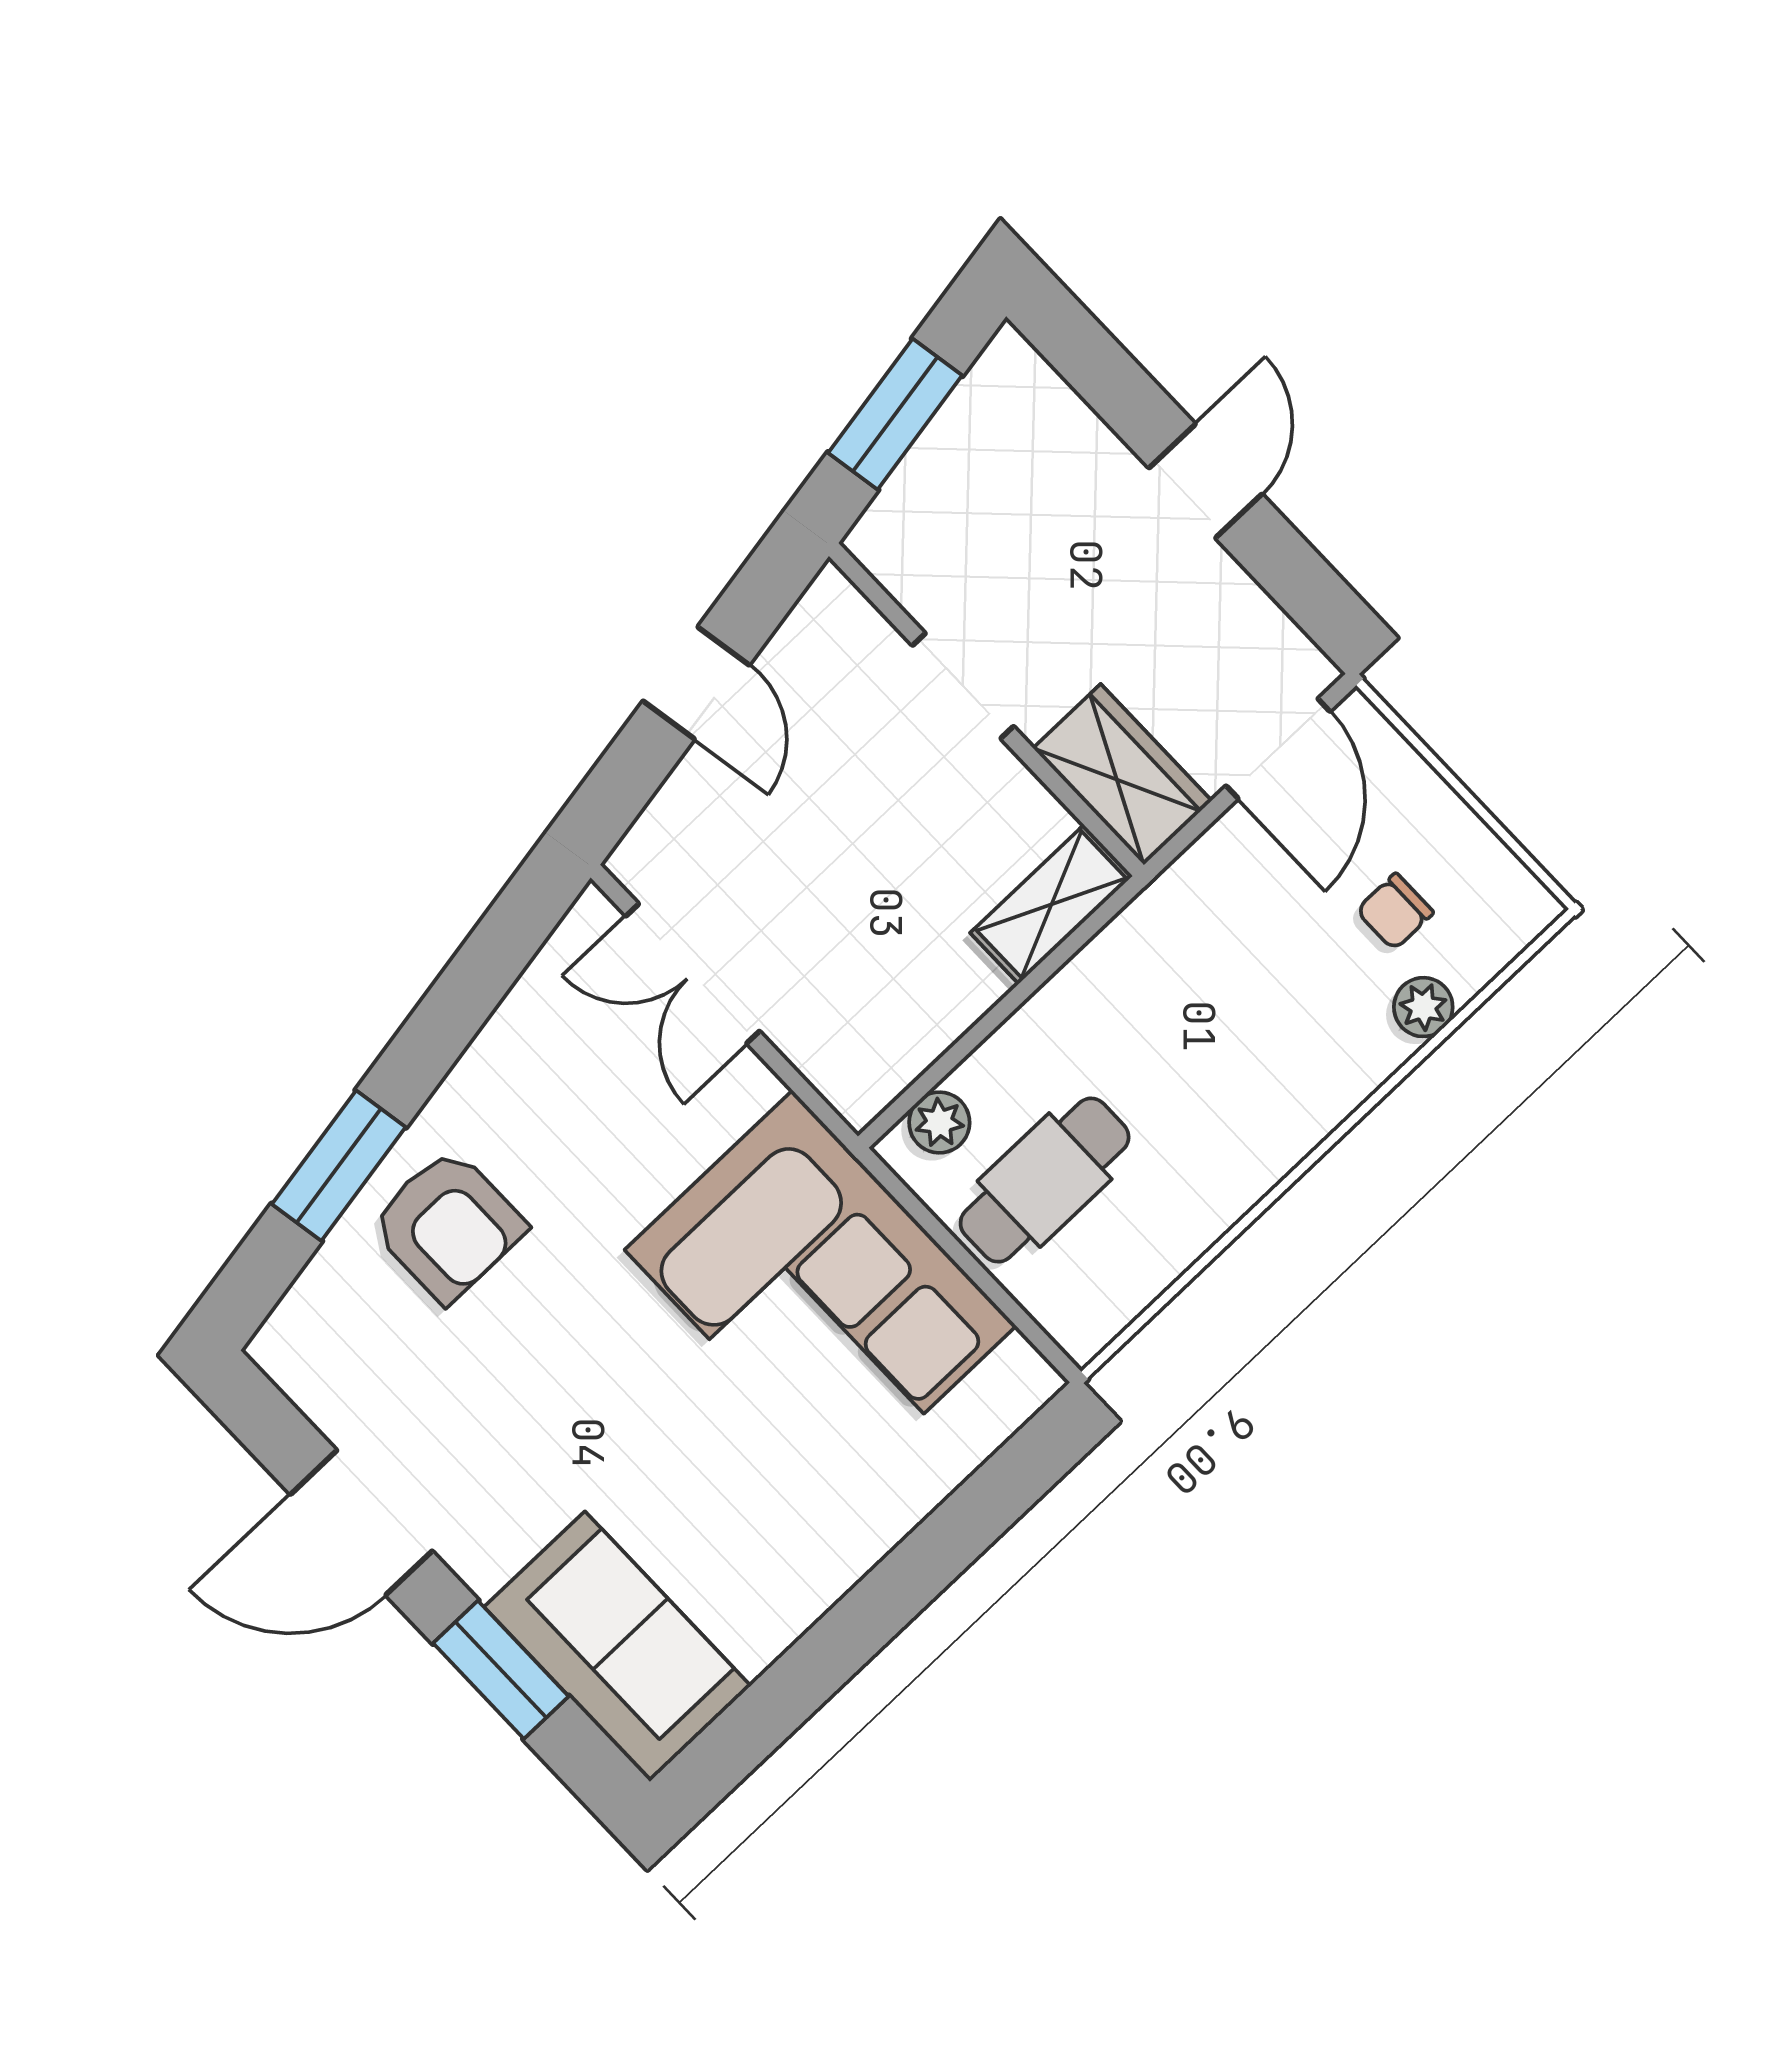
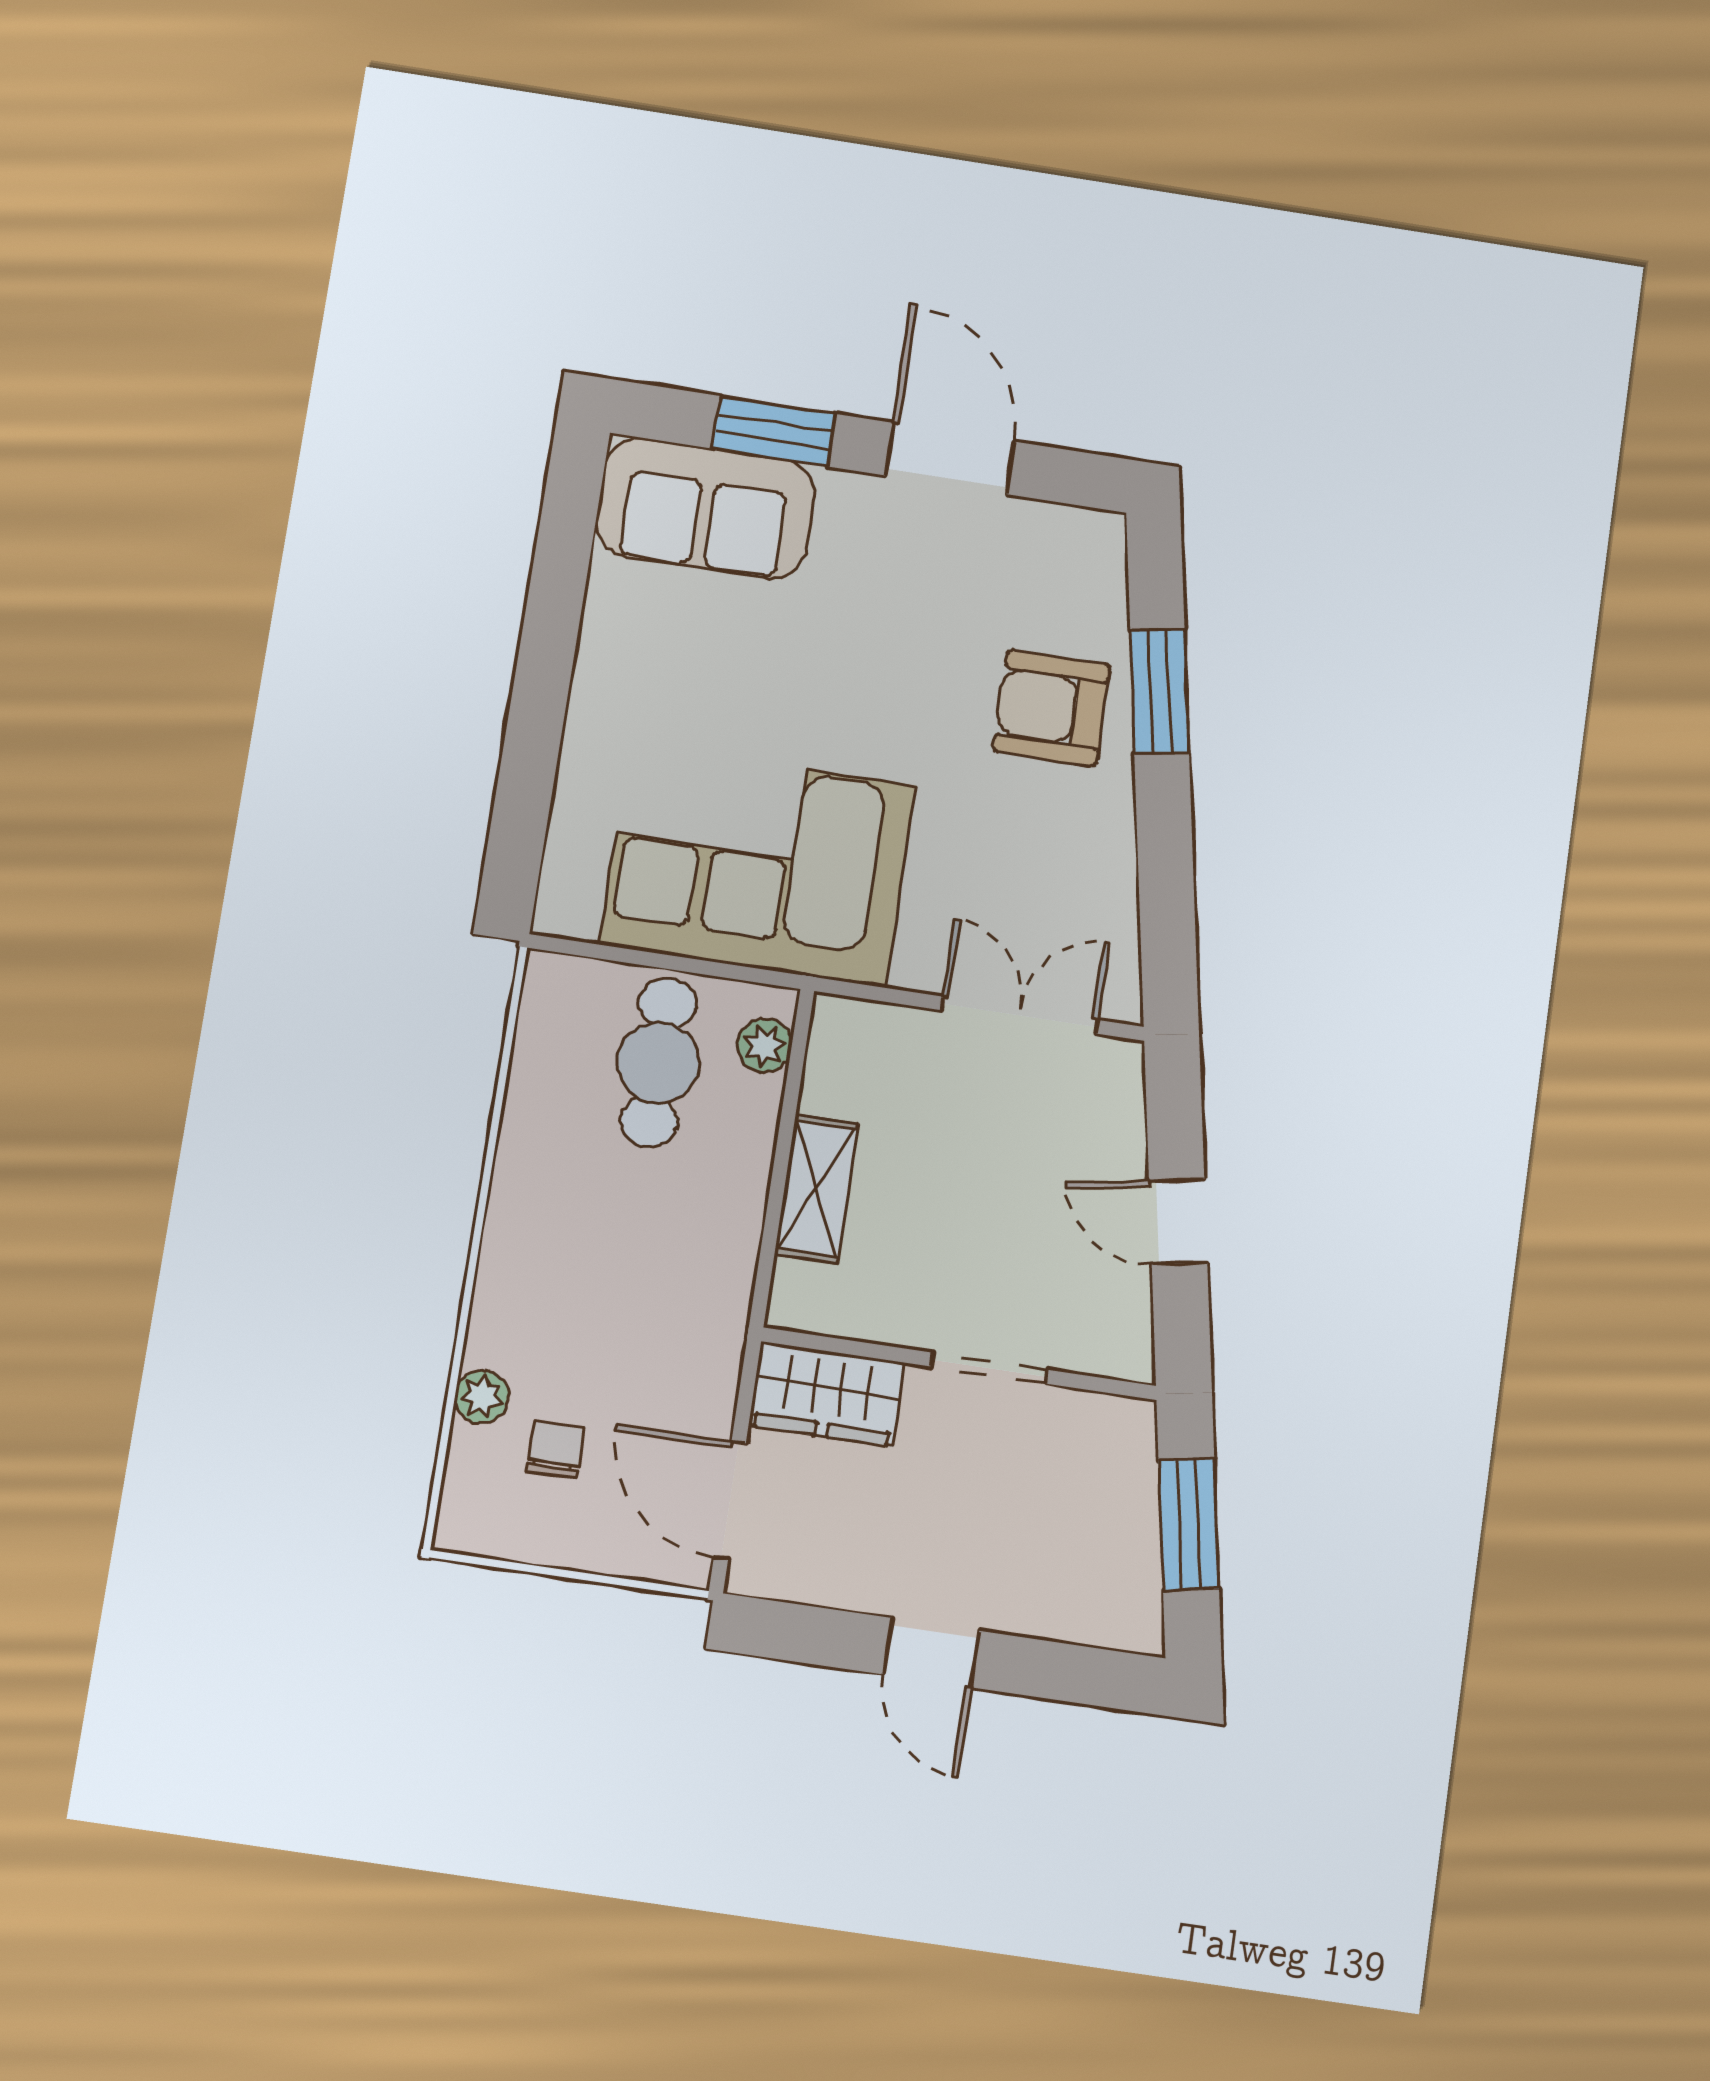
shelving: (1051, 904) -> (816, 1189), moved
door: (361, 1523) -> (950, 458), hinge flipped

